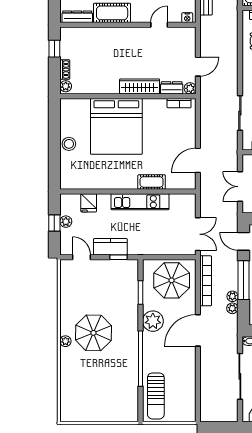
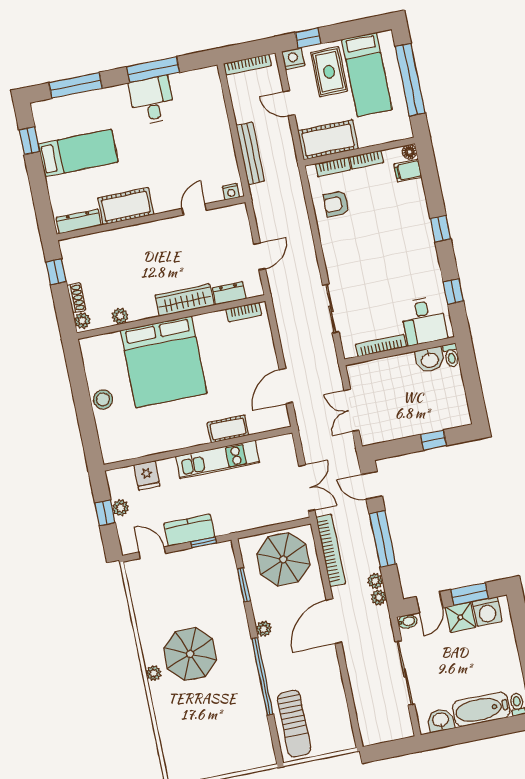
plant: (190, 88) -> (120, 316), moved
plant: (232, 296) -> (379, 597), moved
plant: (153, 321) -> (264, 629), width x0.53, depth x0.53

